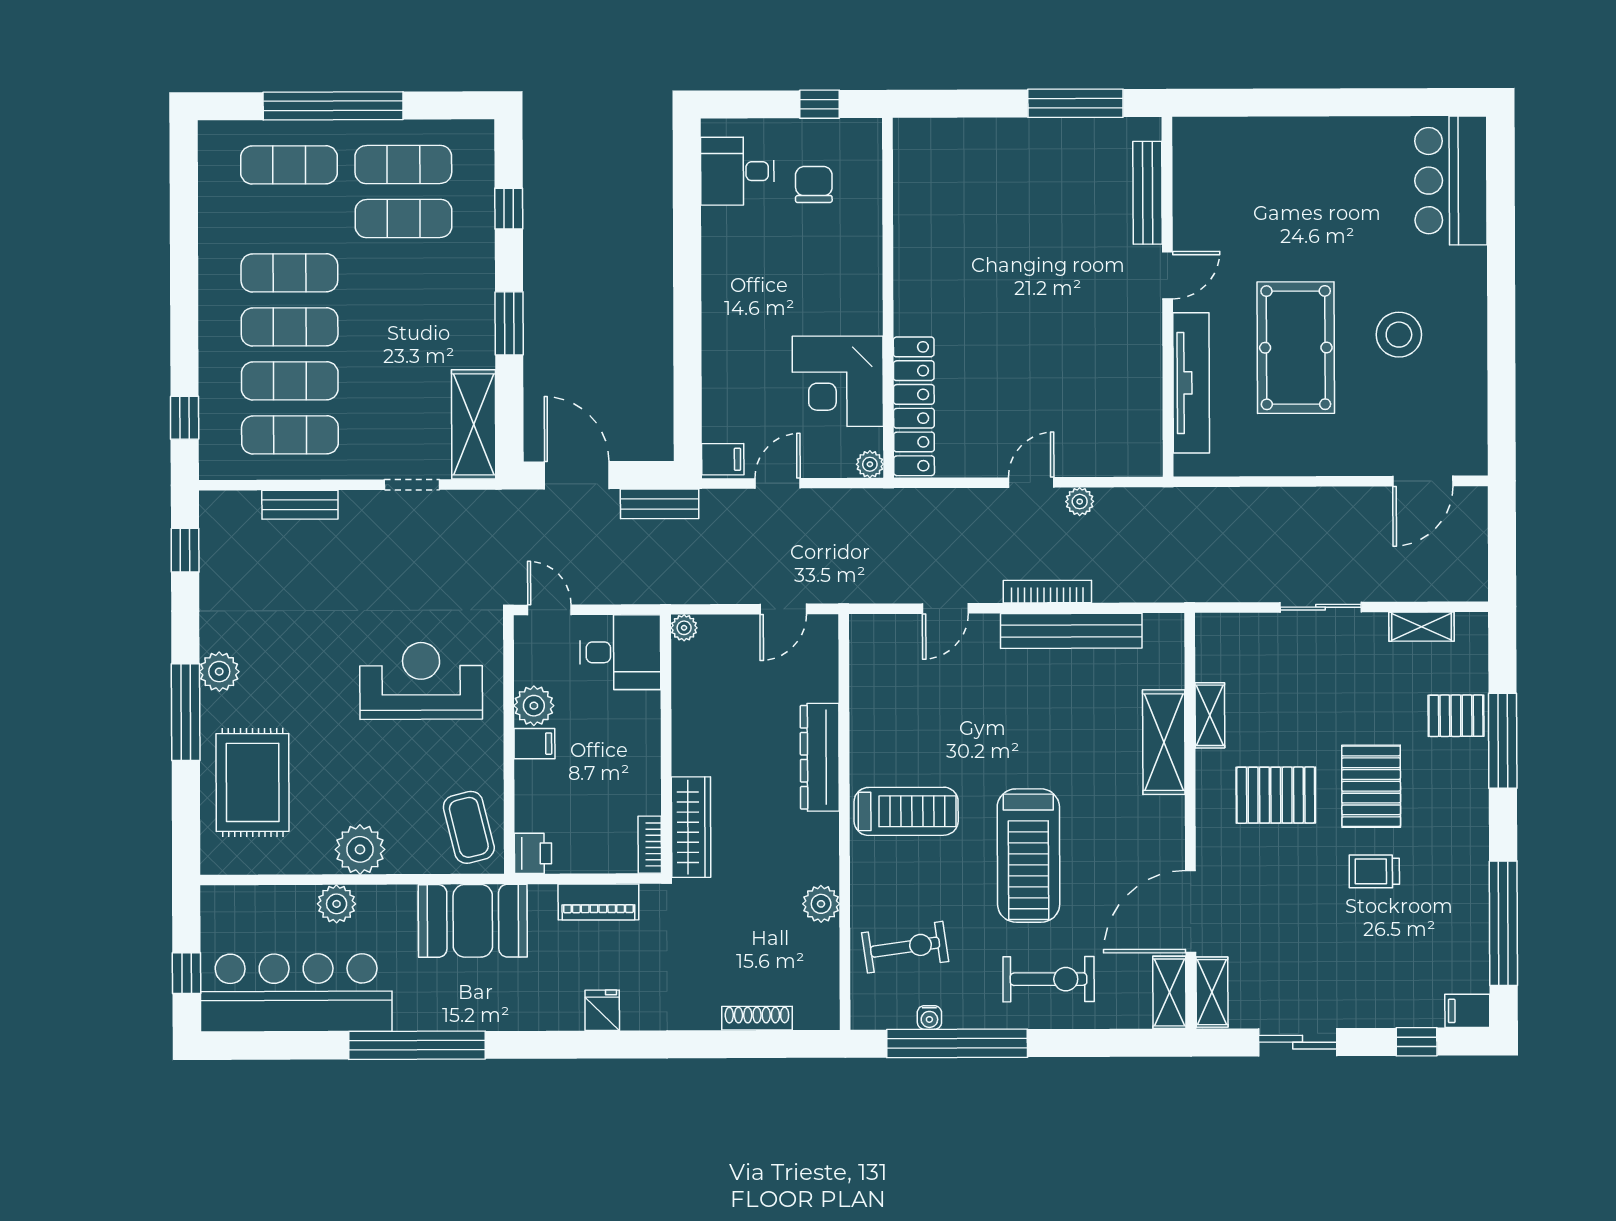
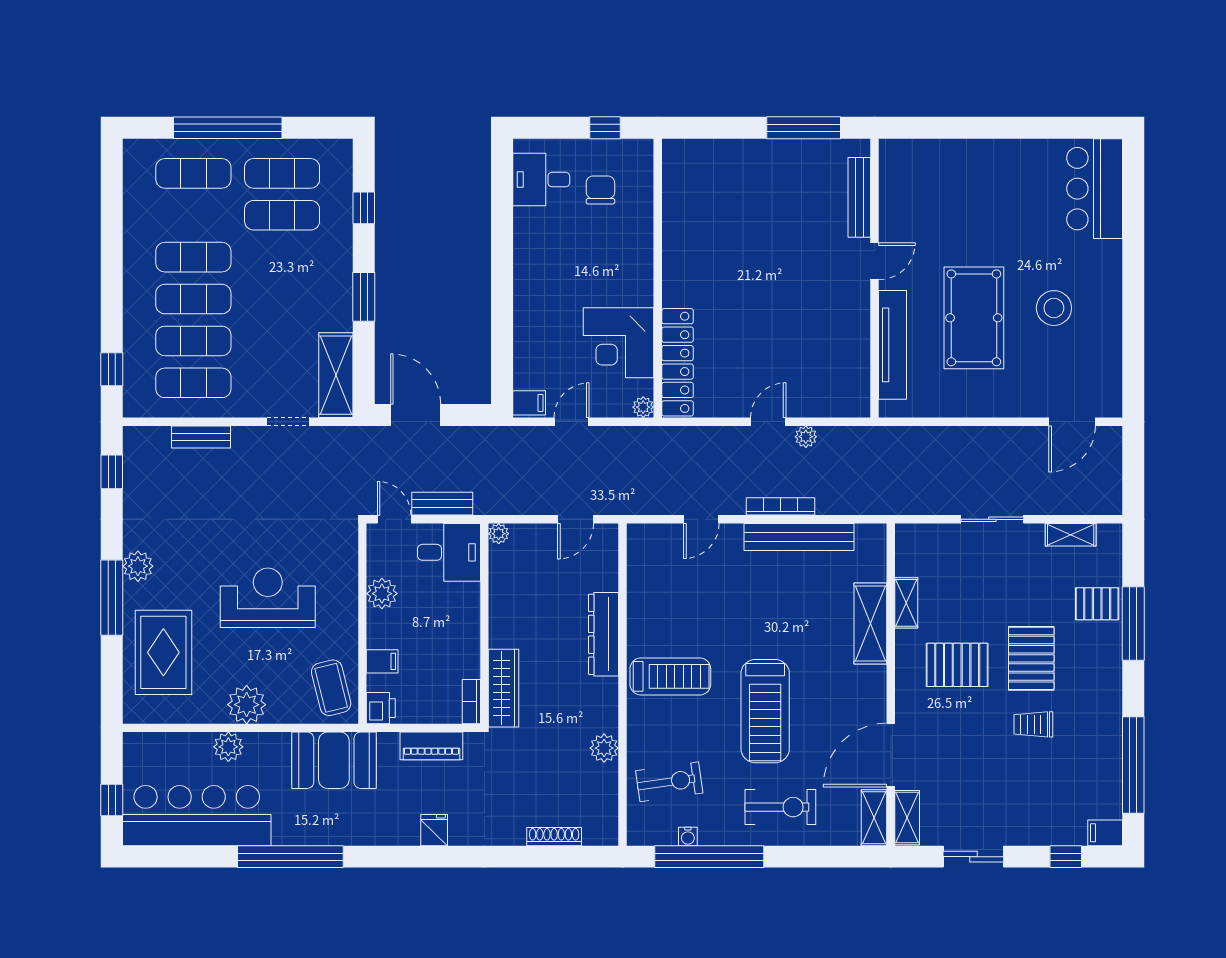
bench: (660, 504) -> (442, 504), moved
reception desk: (421, 681) -> (268, 598), moved
filing cabinet: (534, 744) -> (382, 661), moved

